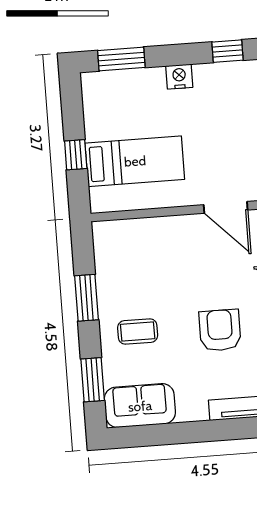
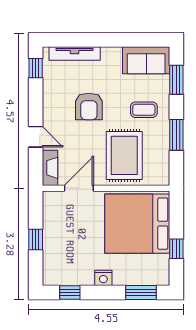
window: (76, 155) -> (176, 249), moved
bed: (135, 161) -> (137, 224), width x2.04
door: (226, 207) -> (79, 188), hinge flipped
rug: (162, 261) -> (124, 155), added

